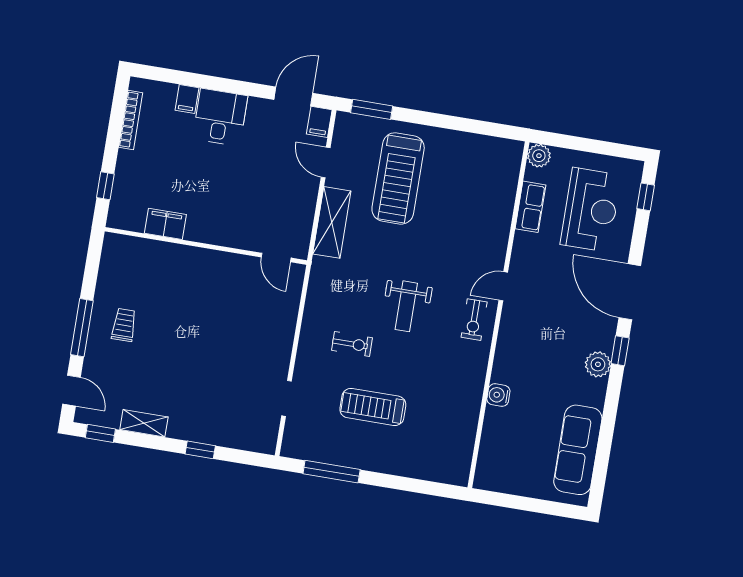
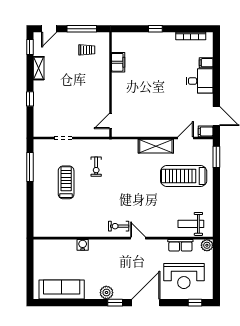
filing cabinet: (165, 224) -> (118, 62), moved
wall: (206, 246) -> (111, 85), moved
door: (276, 257) -> (111, 121), moved
weight bench: (406, 306) -> (191, 224), moved

